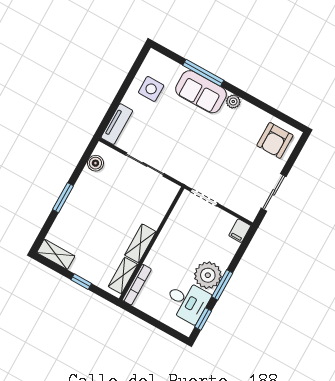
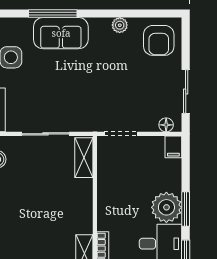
plant: (233, 102) -> (120, 25), moved
floor lamp: (244, 210) -> (166, 125), added
shelving: (140, 243) -> (84, 158), moved

